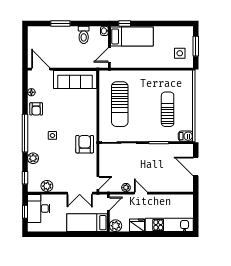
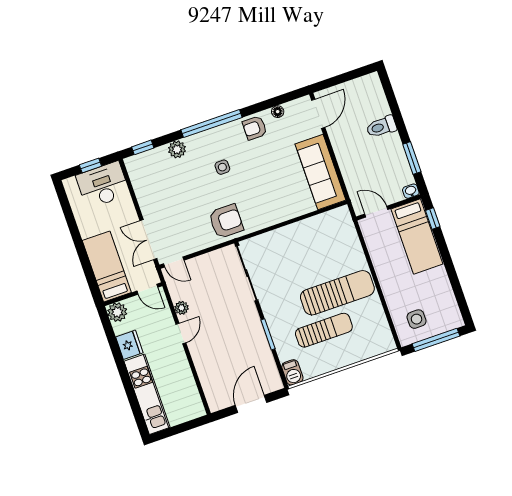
window: (60, 24) -> (412, 158), moved
toilet: (84, 35) -> (381, 127), moved
window: (196, 46) -> (436, 340), width x1.44
sun lounger: (120, 104) -> (337, 293), moved, turned 180
plant: (47, 186) -> (142, 185), removed

